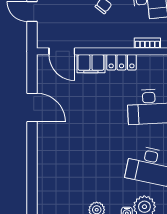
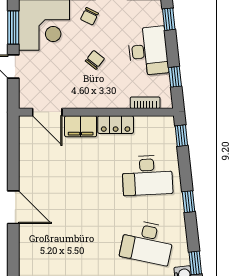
door: (32, 107) -> (13, 207), moved

